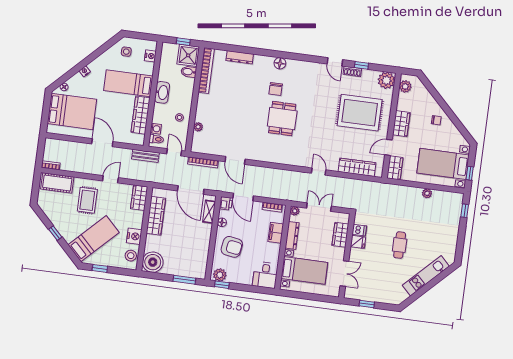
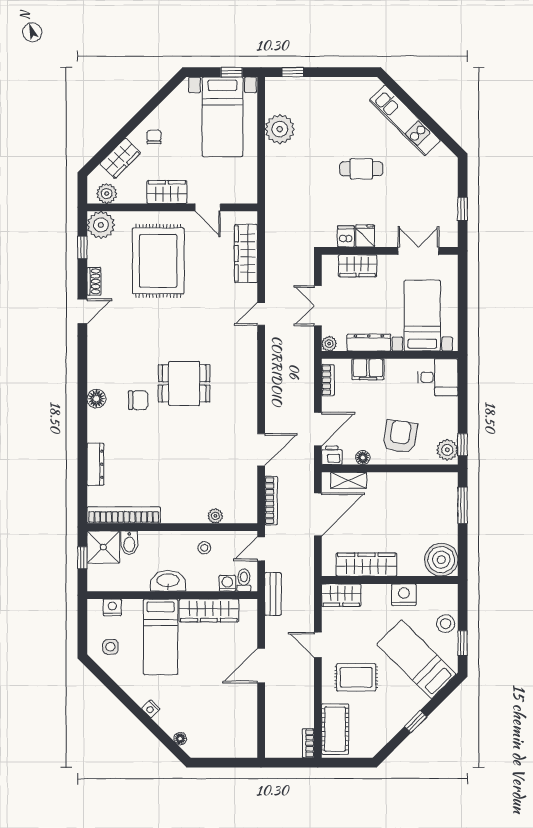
window: (361, 65) -> (82, 247), moved
bed: (72, 111) -> (218, 721), removed
wardrobe: (395, 168) -> (120, 158), moved, turned 135
plant: (427, 193) -> (280, 129), width x1.87, depth x1.87
stool: (131, 256) -> (446, 624), moved

